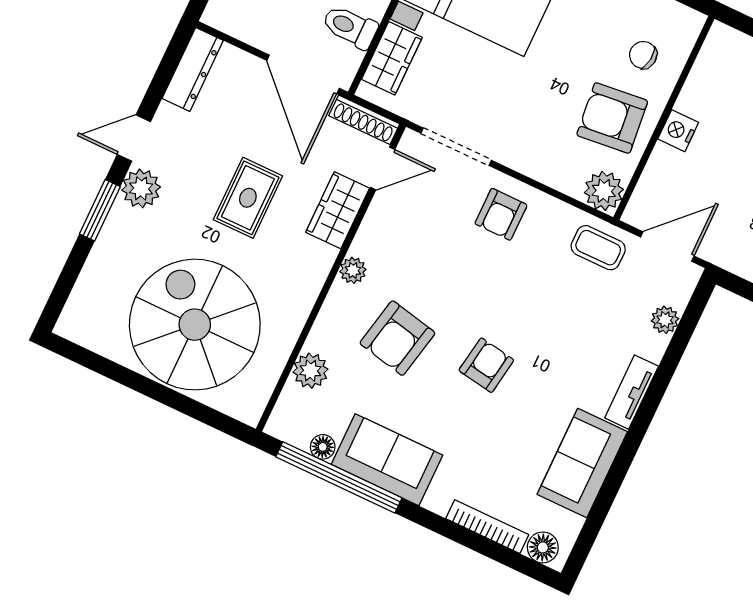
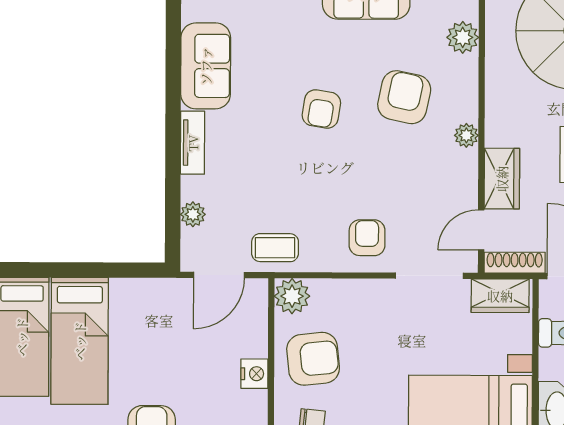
wardrobe: (392, 58) -> (500, 296), moved, turned -90

